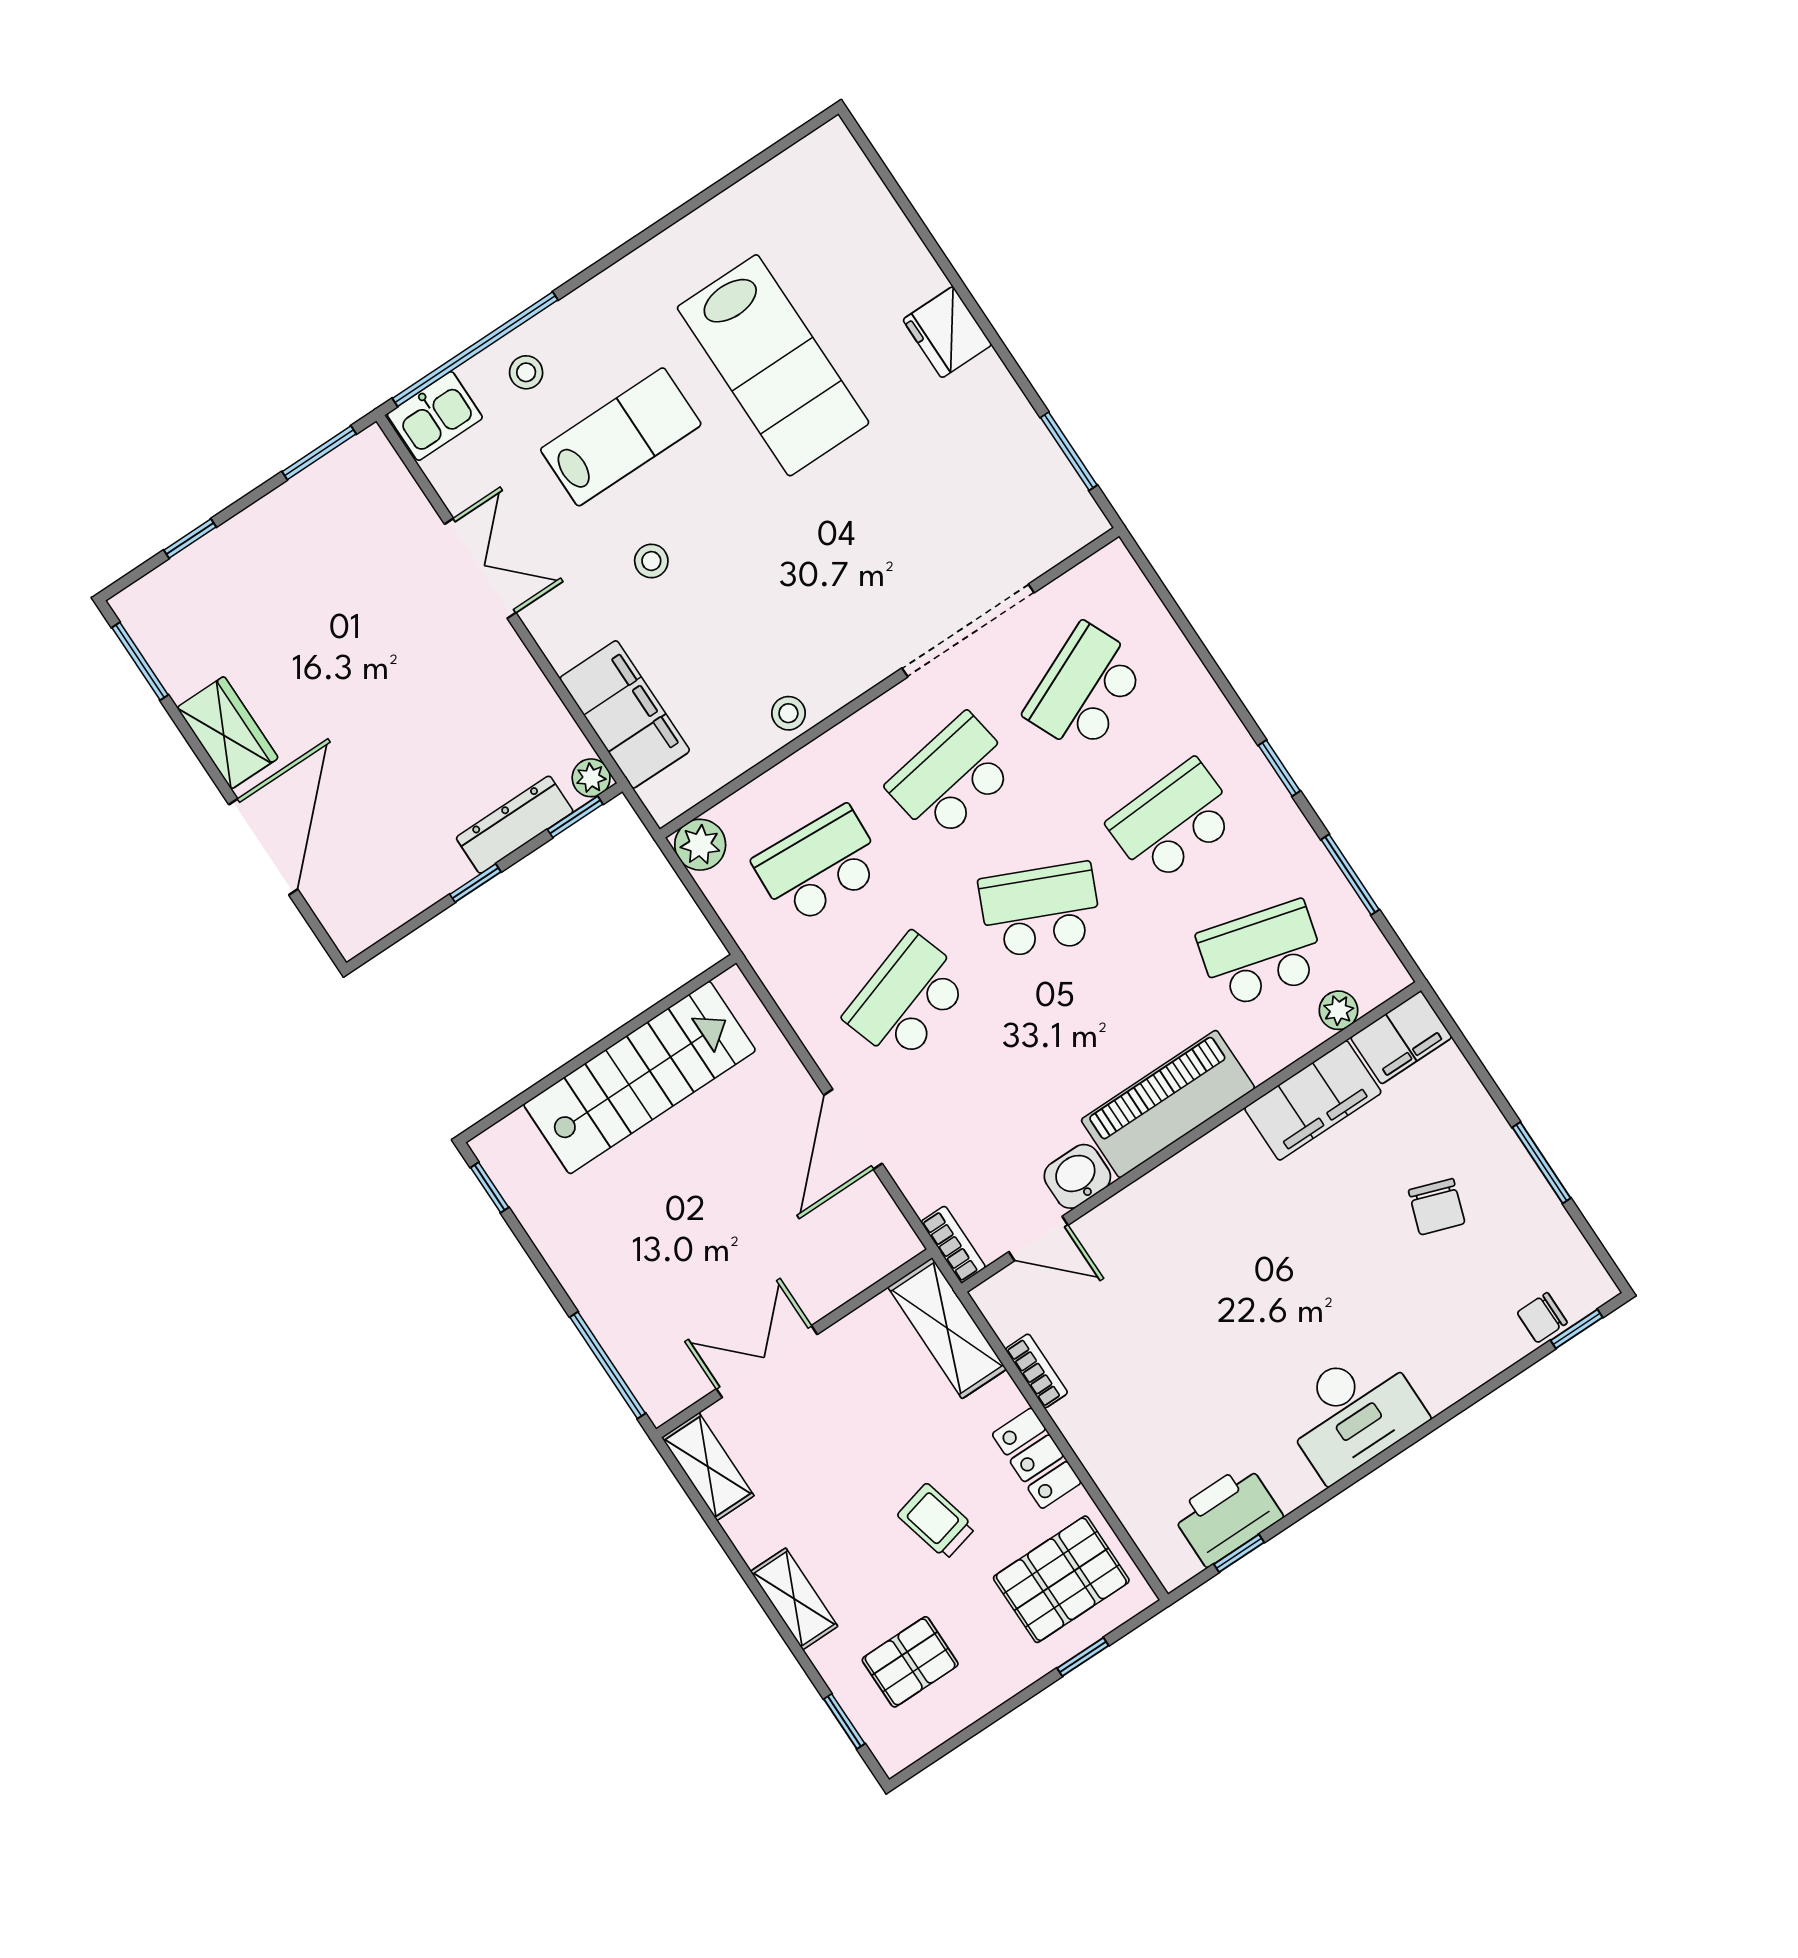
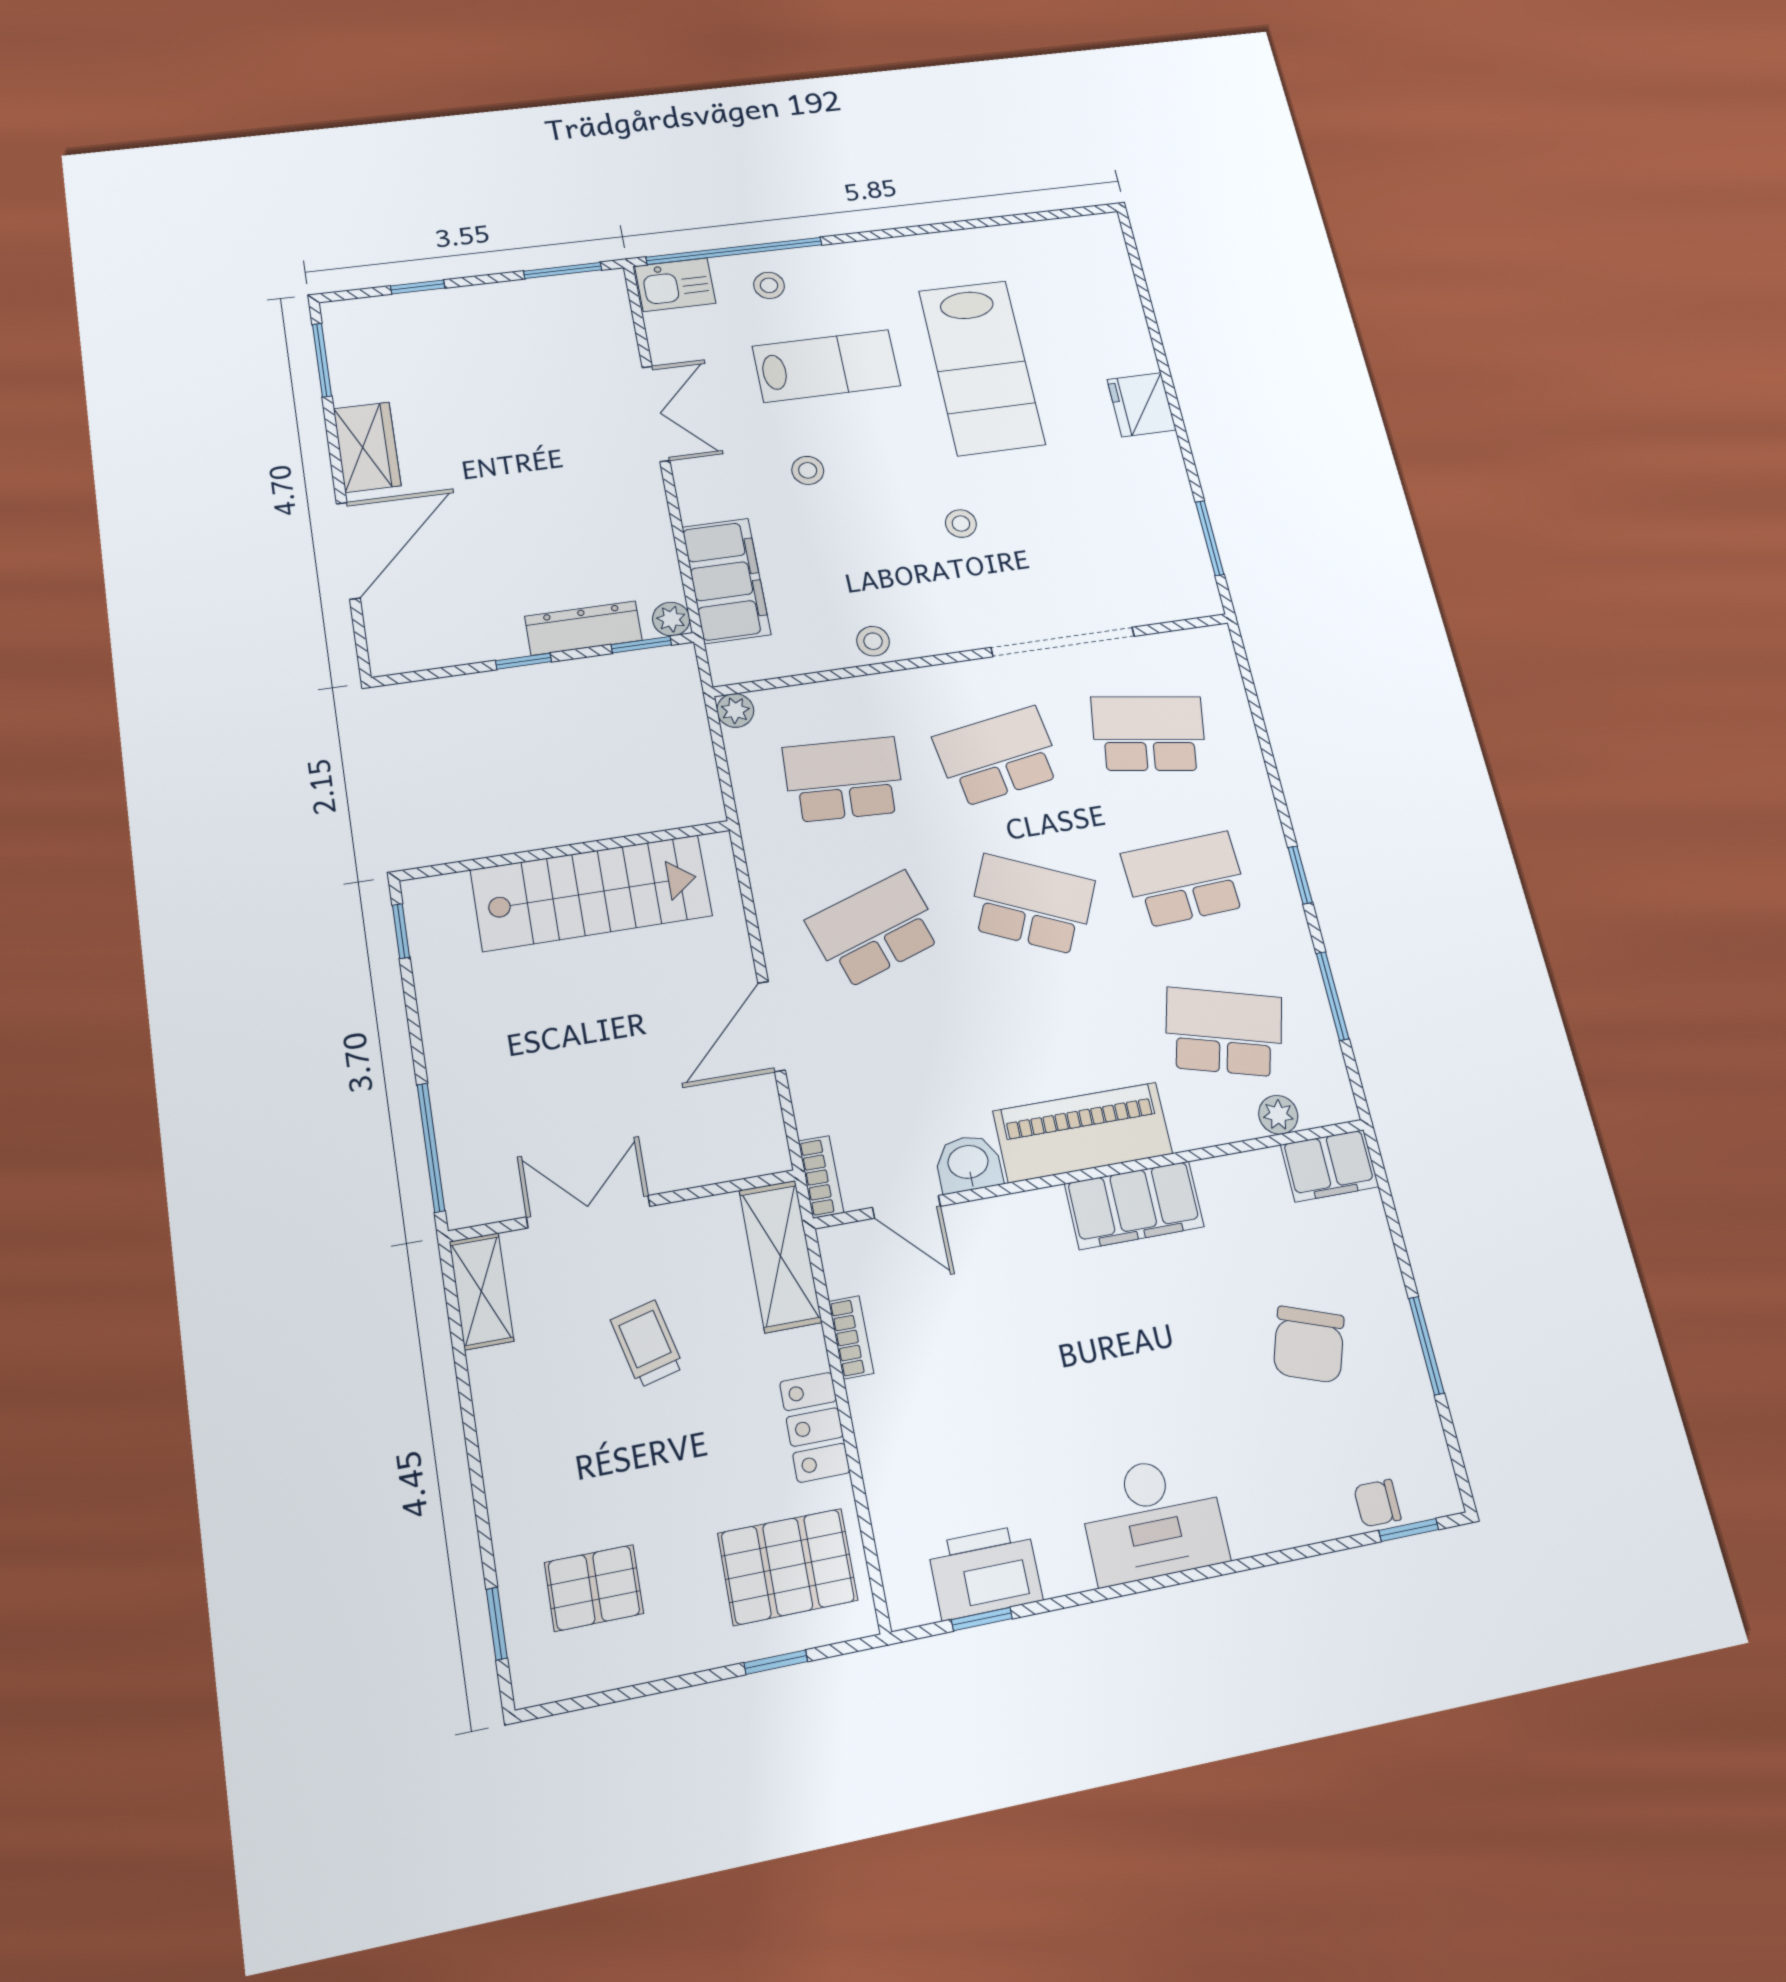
stool: (821, 549) -> (961, 524), added
school desk: (1085, 689) -> (1149, 734), turned 33
plant: (700, 845) -> (735, 710), width x0.73, depth x0.73
filing cabinet: (1313, 1100) -> (1134, 1205), moved
chair: (1437, 1207) -> (1309, 1345), width x1.37, depth x1.37
trolley: (936, 1521) -> (647, 1344), moved
shelving: (794, 1599) -> (505, 1467), removed

